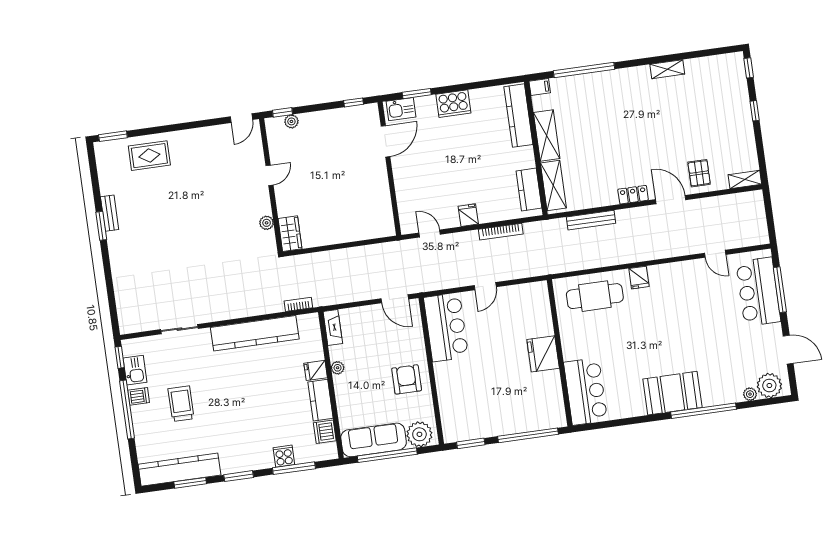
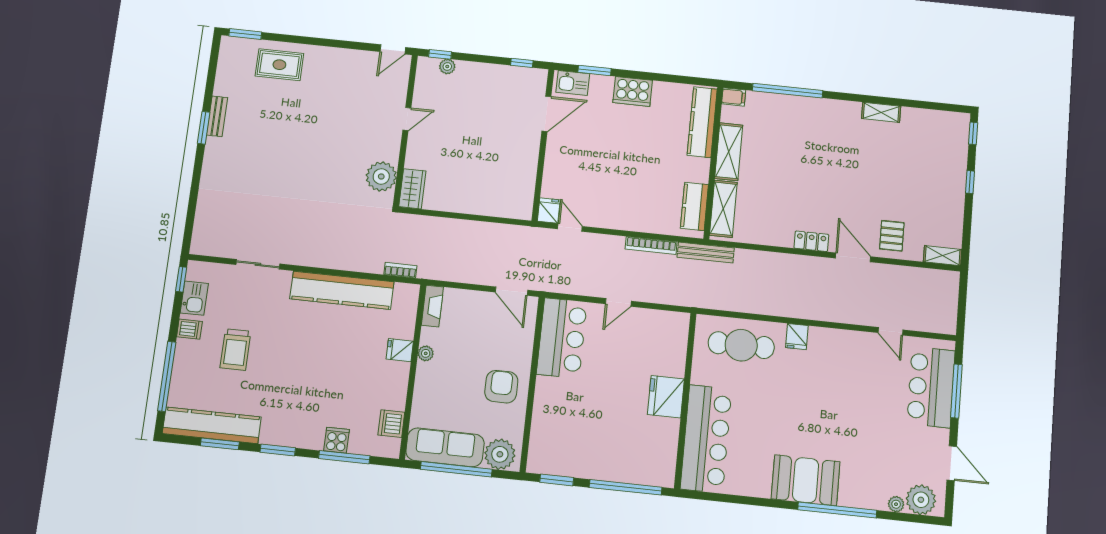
fridge: (468, 215) -> (549, 211), moved
bench: (591, 220) -> (706, 253), moved
plant: (267, 223) -> (381, 176), width x1.88, depth x1.88
bar counter: (586, 392) -> (706, 439), width x1.36
kitchen counter: (320, 400) -> (396, 386), removed
trolley: (181, 404) -> (235, 350), turned 180
window: (127, 409) -> (167, 376), moved

